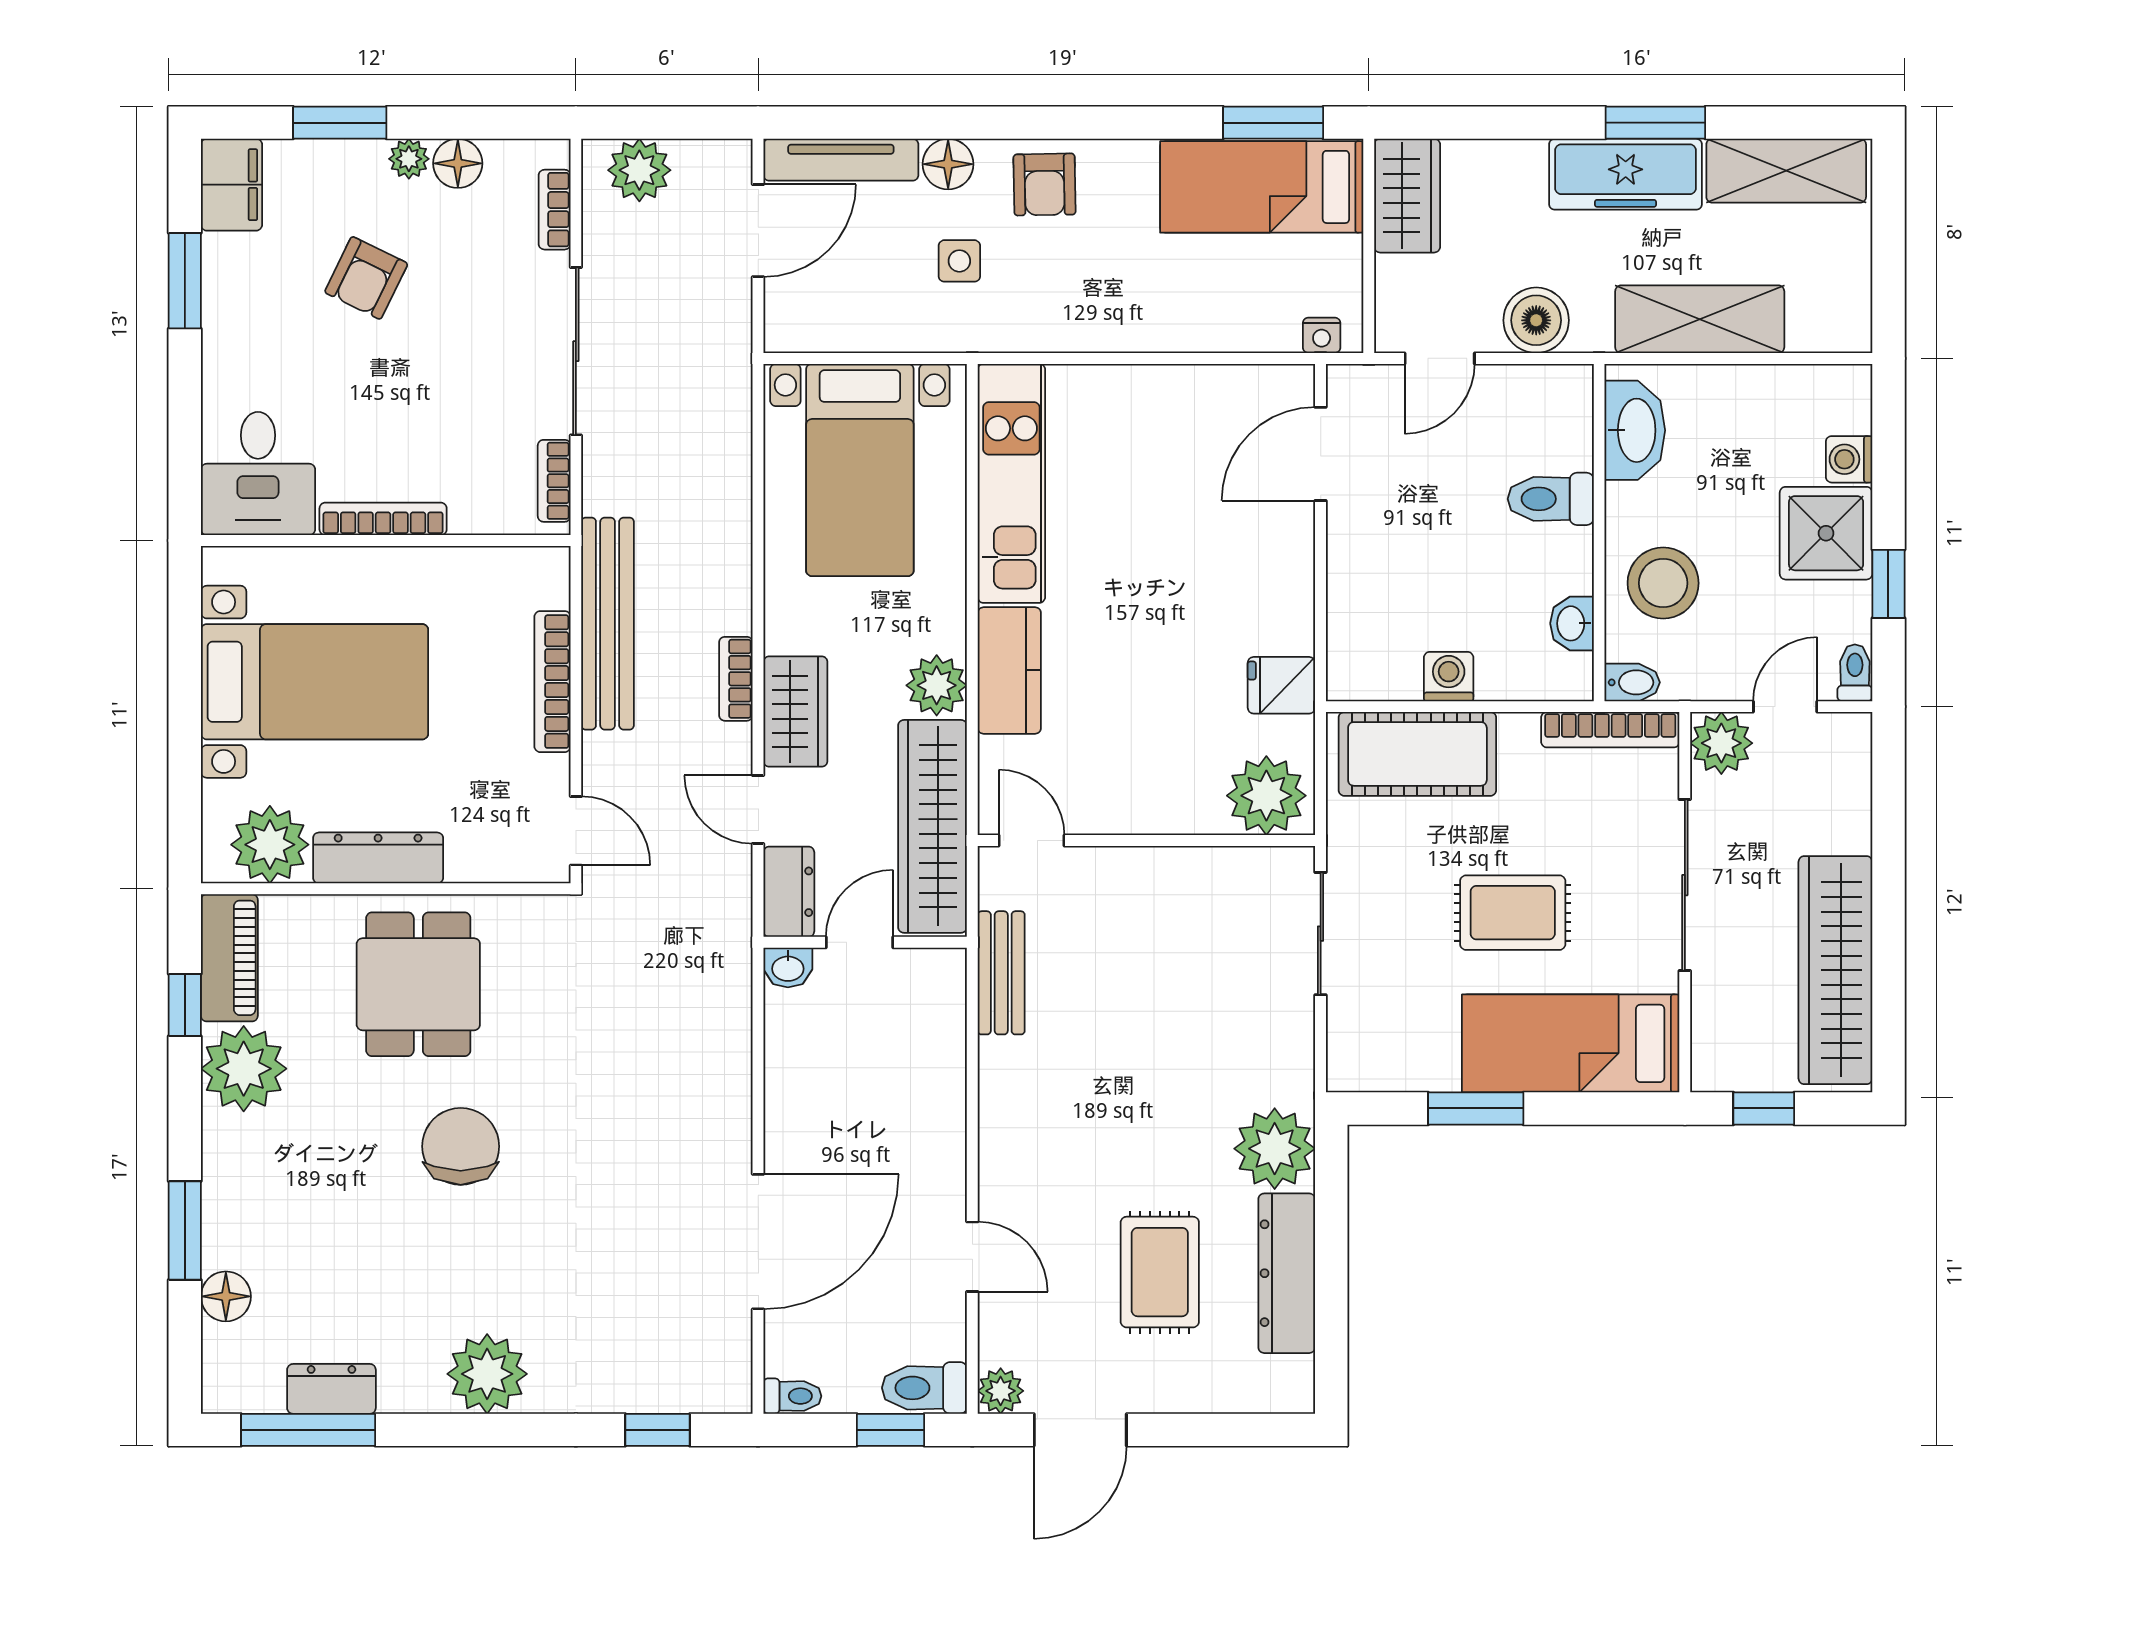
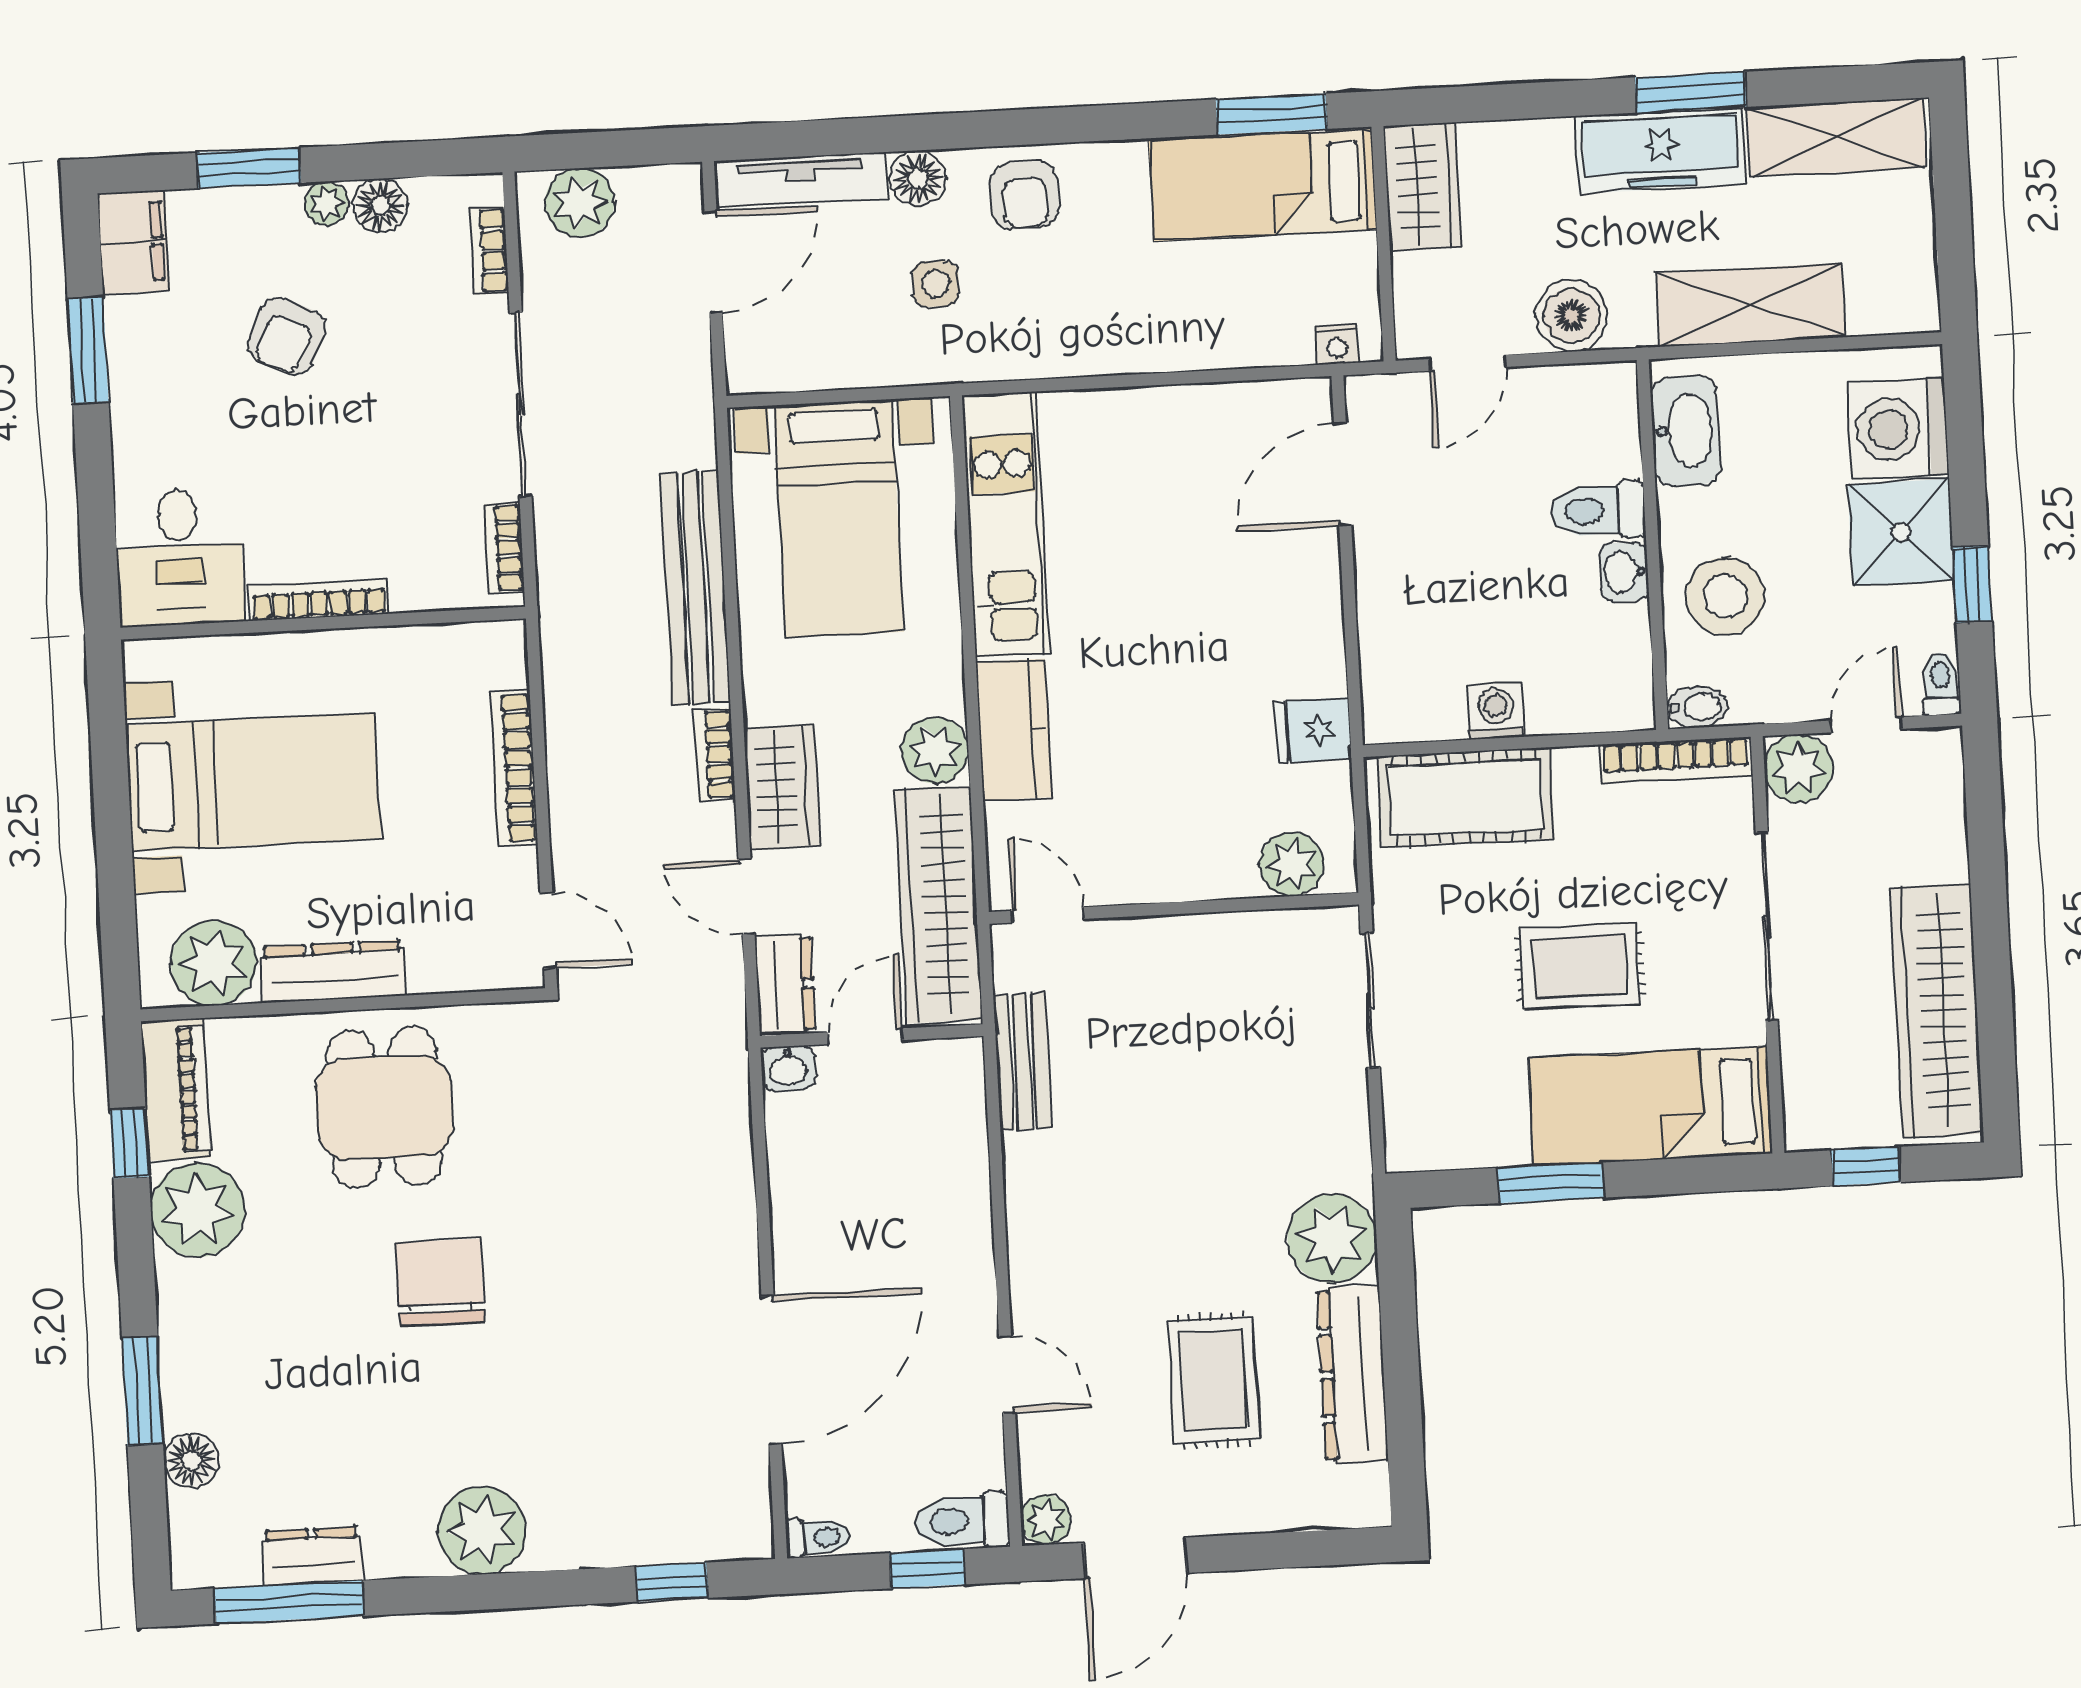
washing machine: (1849, 459) -> (1898, 429), width x1.89, depth x1.89
washbasin: (1572, 623) -> (1624, 572), moved
bench: (608, 624) -> (695, 588), moved
plant: (1266, 796) -> (1292, 864), width x0.73, depth x0.73

